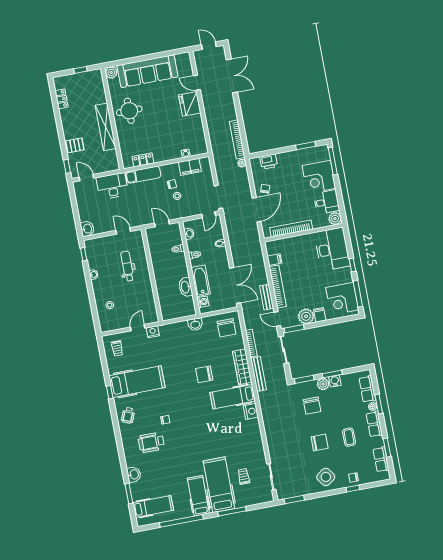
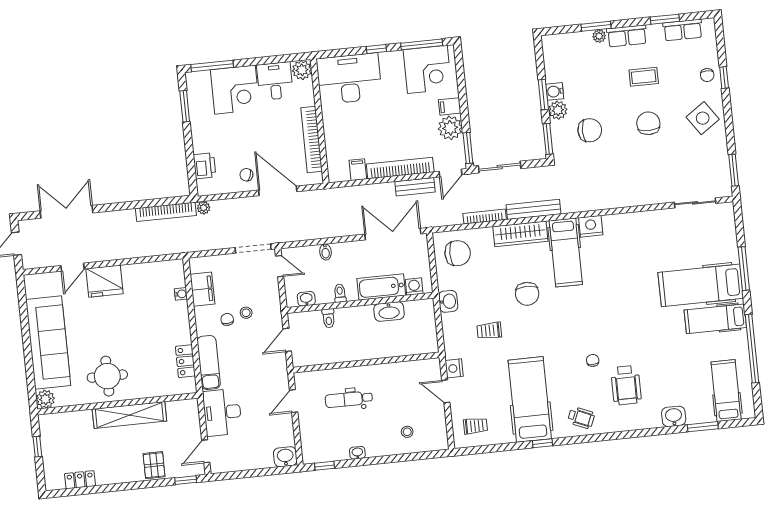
row of seats: (367, 389) -> (571, 42), removed
trolley: (244, 476) -> (489, 331), moved

